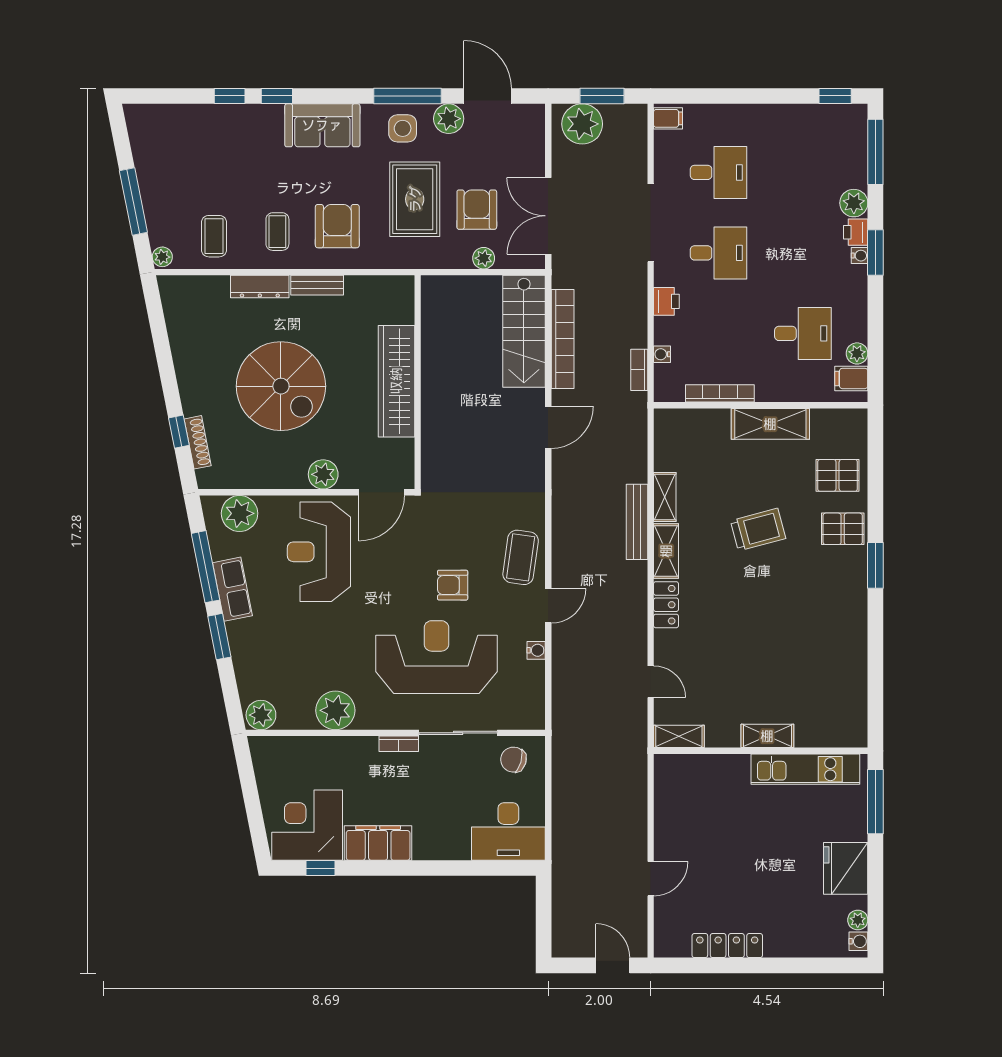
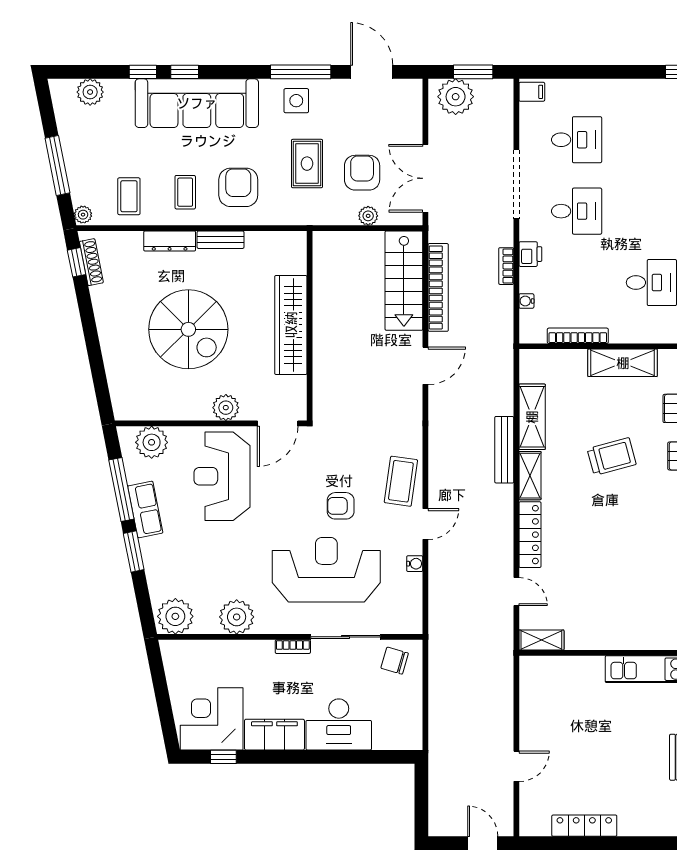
plant: (449, 119) -> (90, 92), moved
sofa: (322, 125) -> (197, 103), width x1.85, depth x1.27
rug: (415, 199) -> (307, 164), width x0.73, depth x0.70
bookcase: (639, 370) -> (506, 266), moved
window: (179, 432) -> (77, 262), moved
shoe rack: (198, 442) -> (91, 262), moved
shelving: (665, 497) -> (532, 417), width x1.50, depth x1.33
locker: (666, 605) -> (530, 535), width x1.53
plant: (261, 715) -> (175, 616), width x1.36, depth x1.36
shelving: (767, 736) -> (620, 640), removed
desk: (508, 831) -> (339, 724), moved

